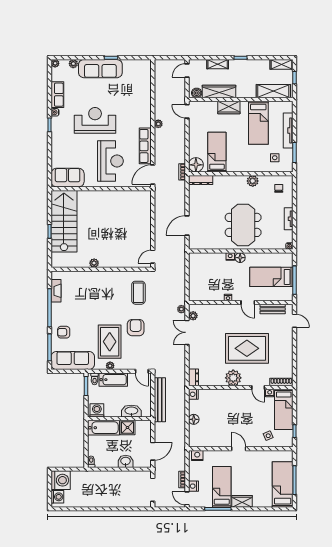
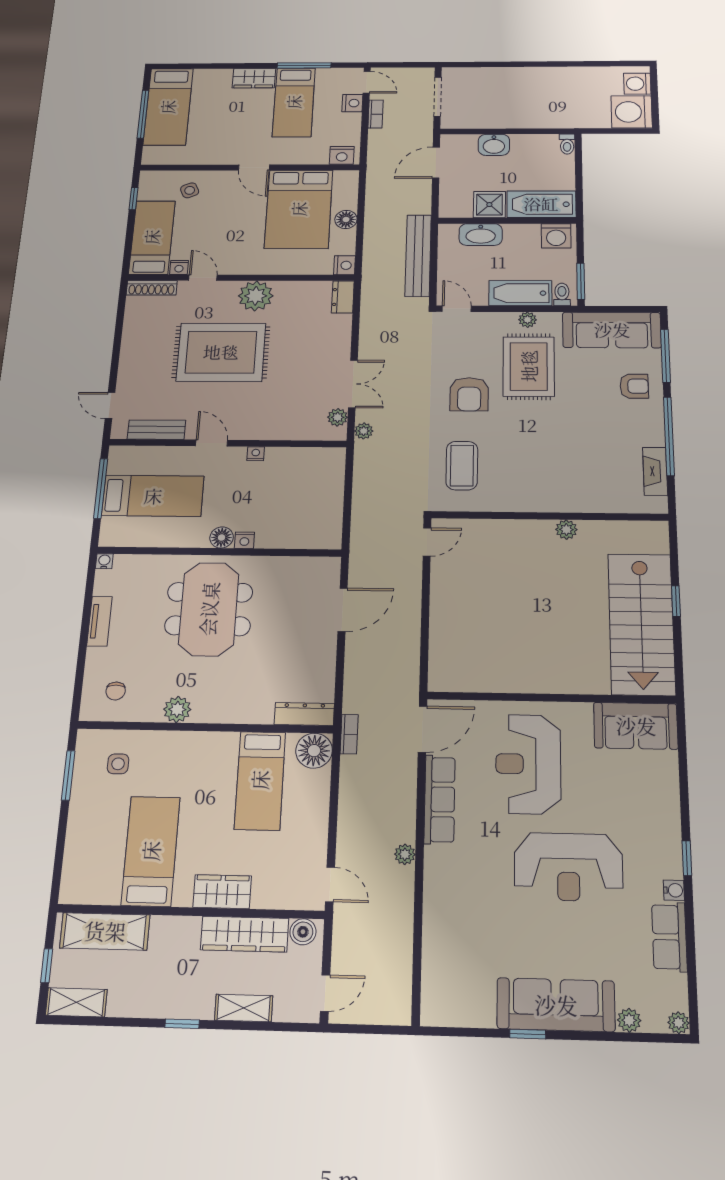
tv unit: (288, 131) -> (78, 830), removed
bed: (216, 425) -> (299, 209), added

